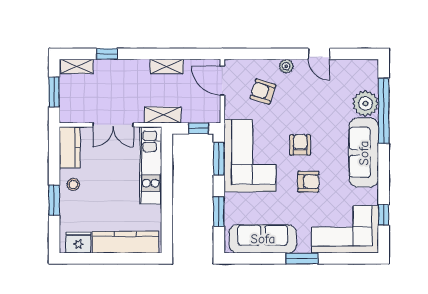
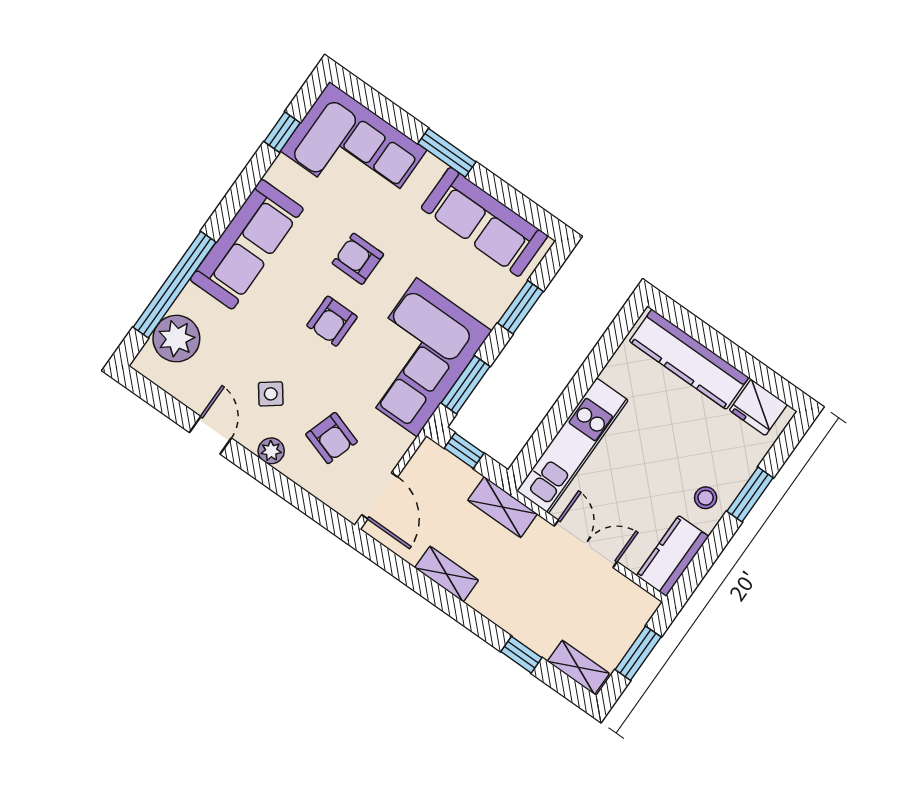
side table: (305, 92) -> (271, 394), added
plant: (365, 103) -> (176, 339), moved

